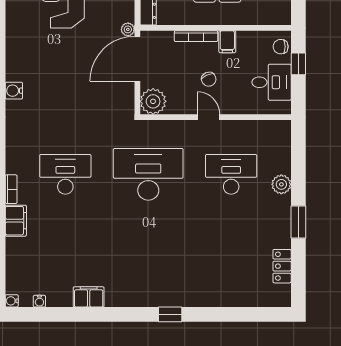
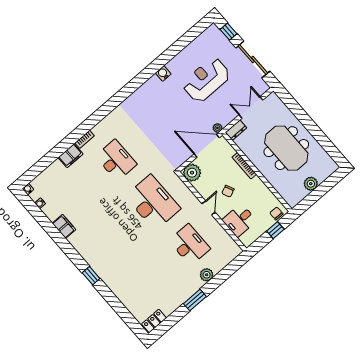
filing cabinet: (227, 42) -> (255, 184), removed
desk: (272, 82) -> (239, 220), moved, turned 90
water cooler: (14, 91) -> (163, 73), moved
locker: (282, 266) -> (154, 321), moved

